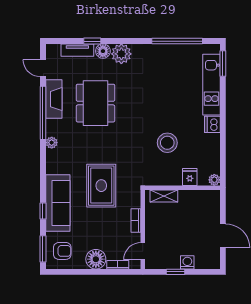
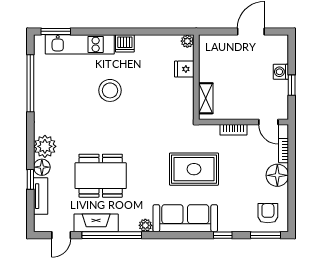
stool: (167, 143) -> (110, 90), moved
sofa: (58, 203) -> (185, 218), moved

